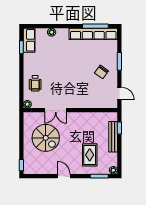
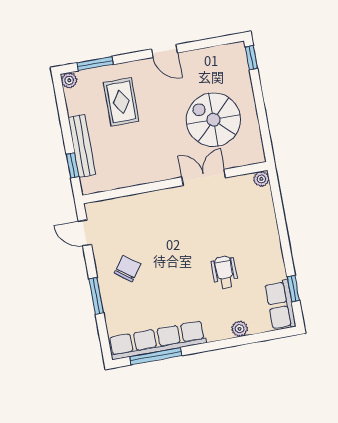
wheelchair: (35, 83) -> (224, 272), moved

